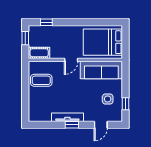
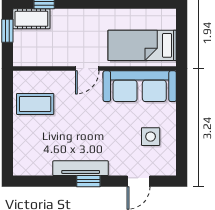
bed: (103, 42) -> (142, 45), width x0.67
cot: (39, 53) -> (31, 19), moved
window: (126, 104) -> (182, 145), removed

